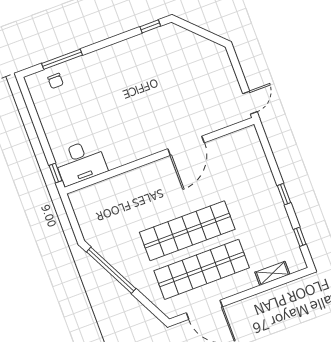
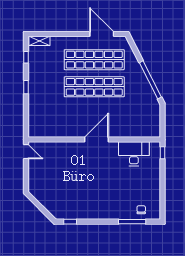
door: (250, 103) -> (26, 152), swing flipped
door: (186, 146) -> (96, 140), moved
desk: (80, 162) -> (134, 154), moved
shelving: (272, 273) -> (39, 41), moved

